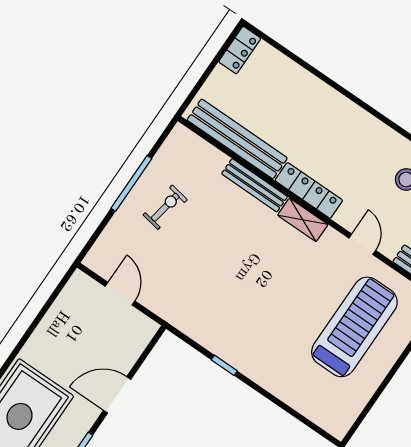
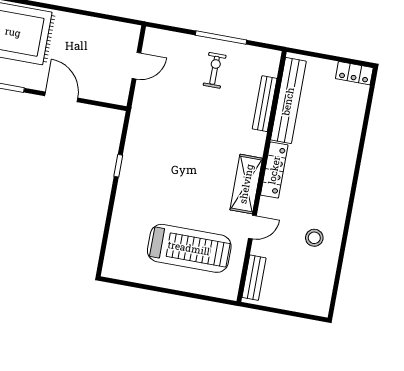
bench: (255, 185) -> (265, 104), moved
exercise bike: (165, 207) -> (215, 70), turned -100
shelving: (303, 220) -> (246, 184), width x1.50, depth x1.33

